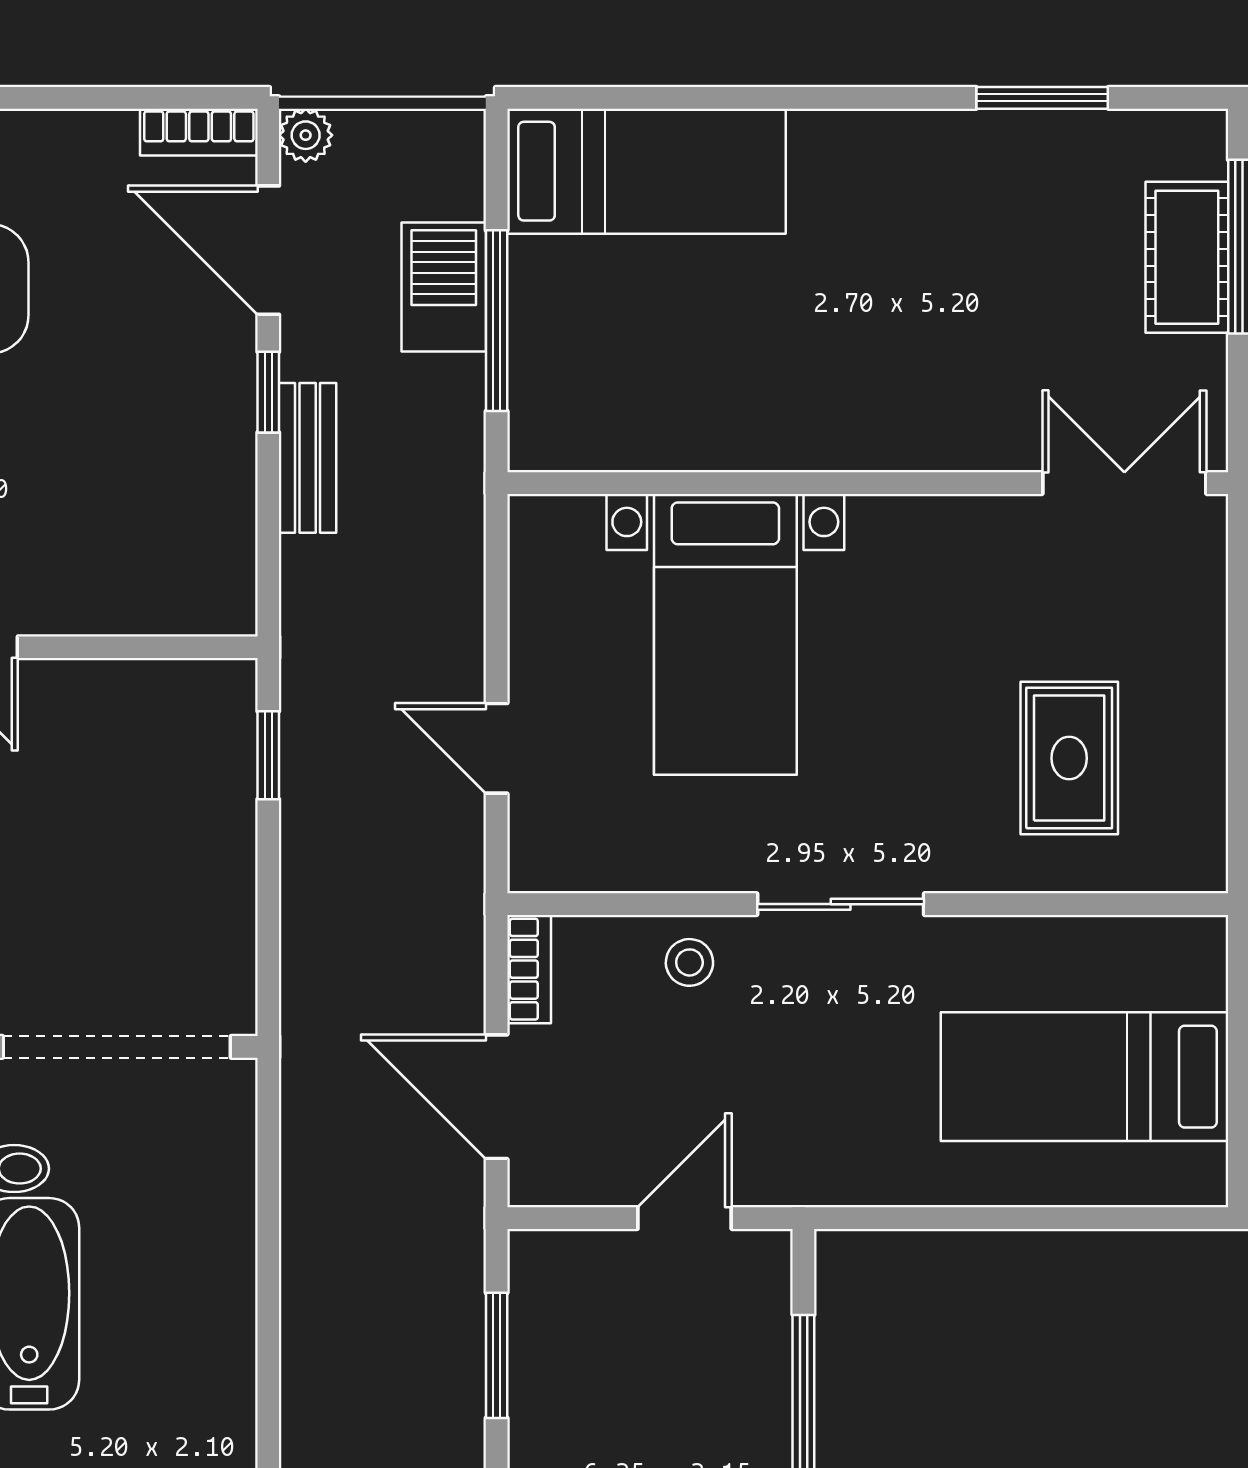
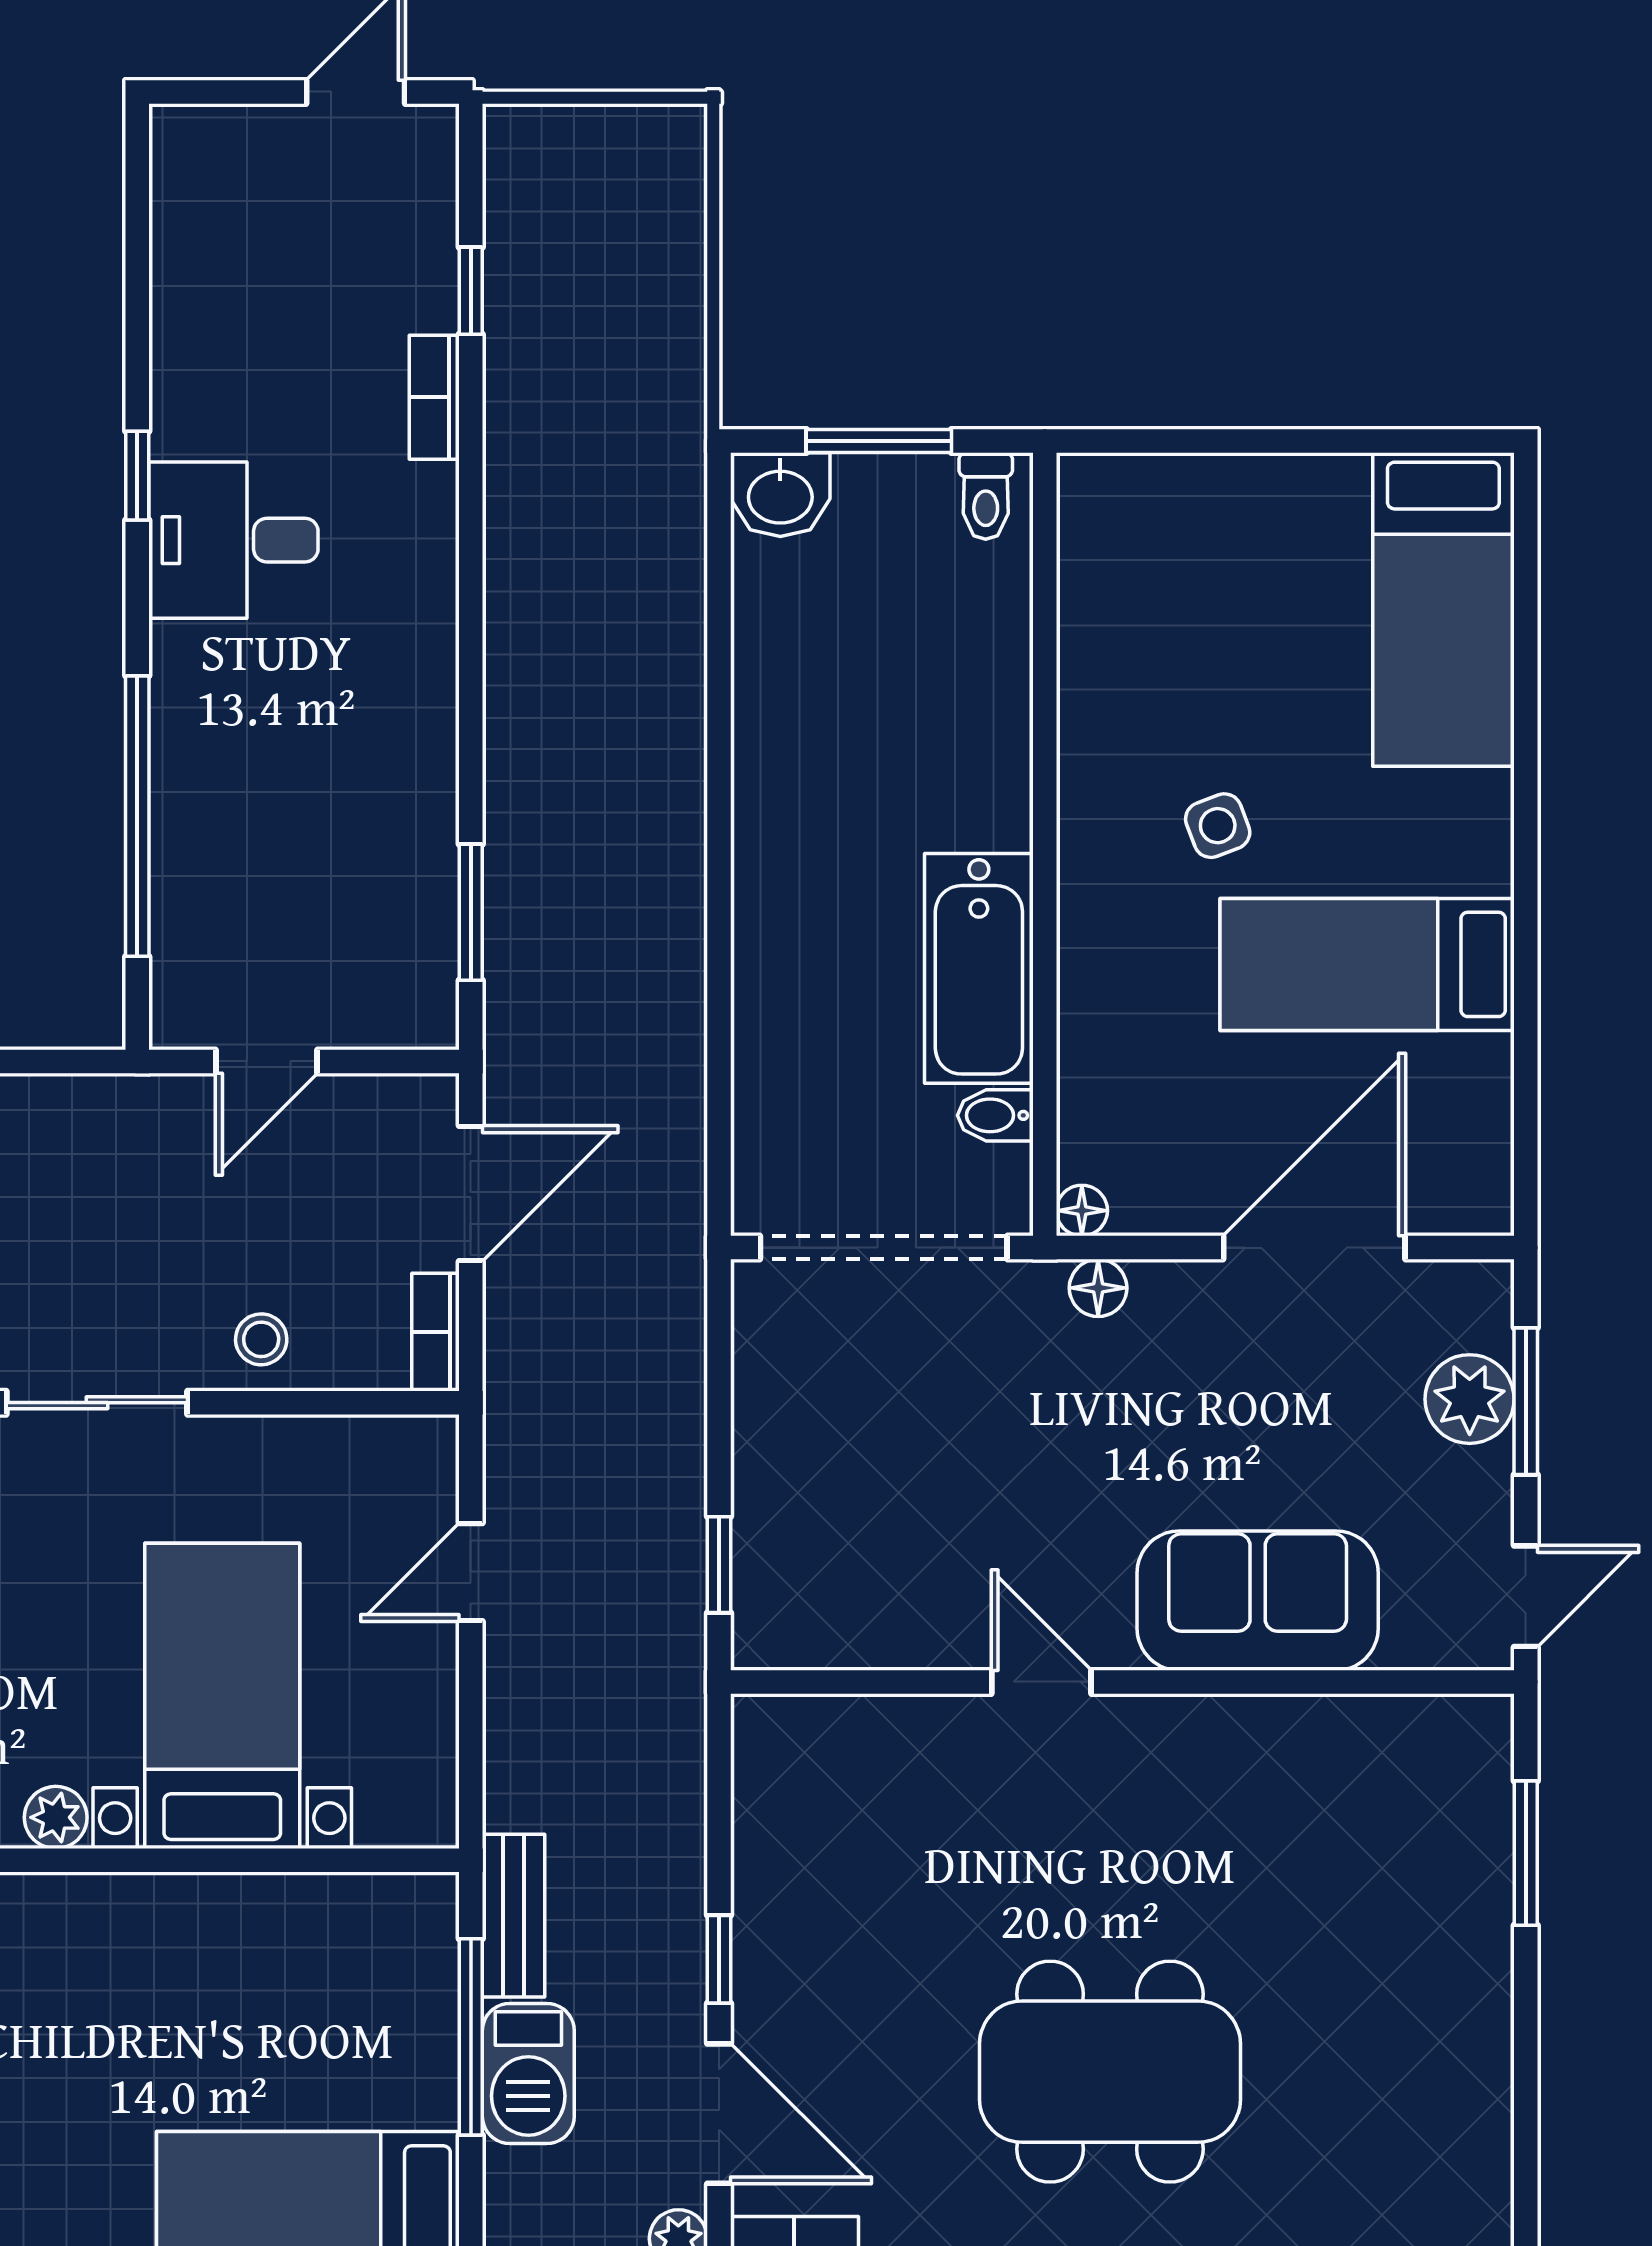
bench: (308, 458) -> (514, 1916), moved
plant: (879, 523) -> (56, 1817), added
door: (497, 748) -> (471, 1572), swing flipped
door: (497, 1097) -> (471, 1193), hinge flipped

